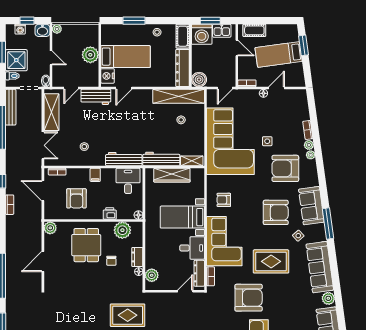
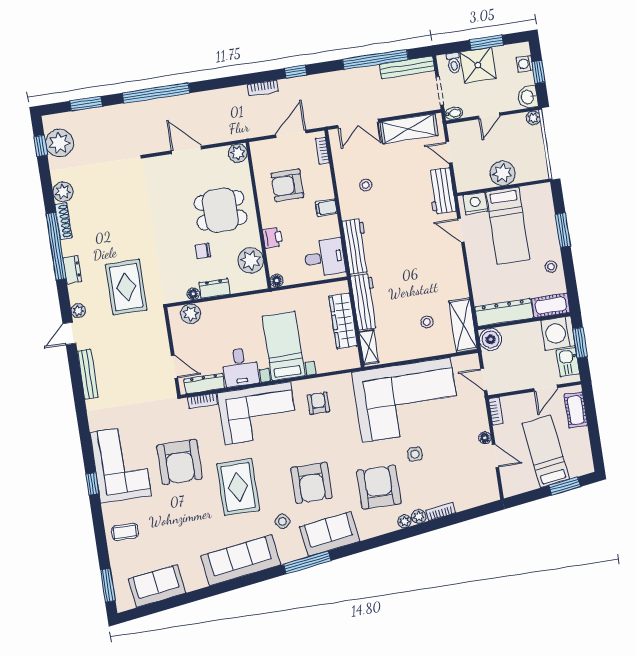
shelving: (179, 96) -> (463, 325), width x0.68
plant: (328, 298) -> (197, 580), removed

